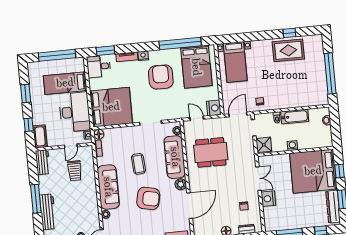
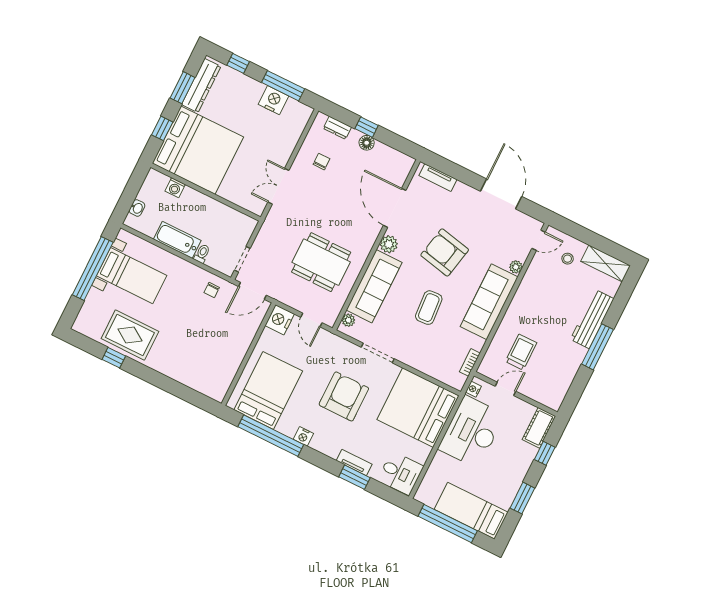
window: (105, 51) -> (354, 477), moved
nightstand: (143, 56) -> (303, 436), moved
bed with nightstands: (235, 62) -> (132, 276), moved, turned 90
armchair: (161, 77) -> (344, 396), moved, turned 180
bed: (65, 83) -> (471, 511), moved, turned 180
floor lamp: (99, 134) -> (458, 381), removed
shower: (264, 145) -> (243, 228), removed
washing machine: (292, 146) -> (175, 188), moved
workbench: (43, 162) -> (557, 391), removed
nightstand: (268, 199) -> (273, 100), moved, turned -90
door: (190, 206) -> (395, 208), hinge flipped

